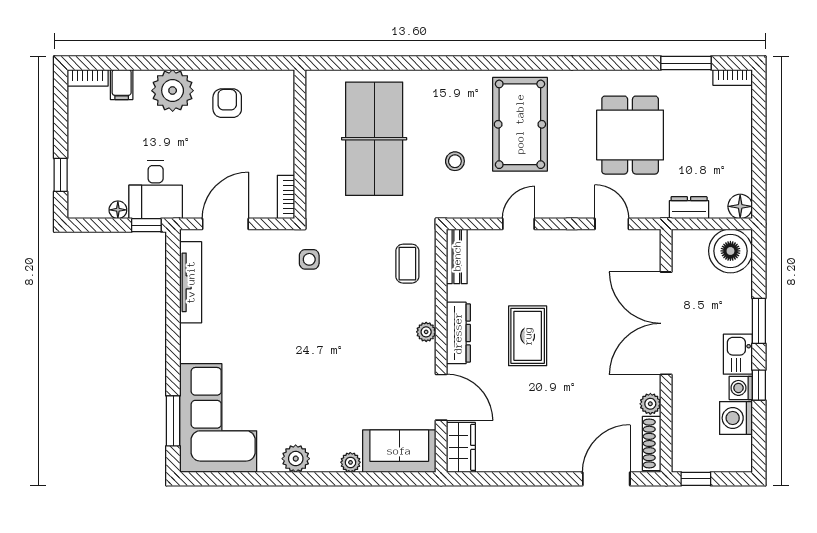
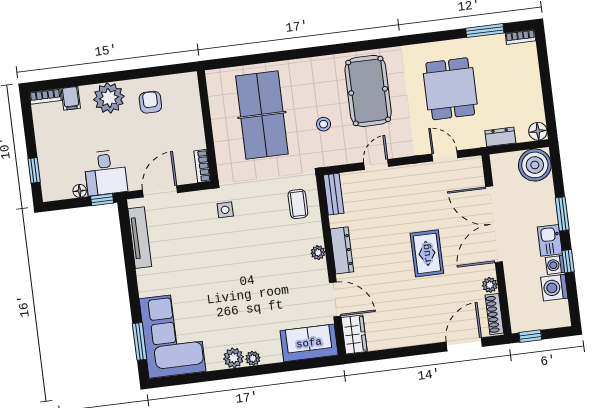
rug: (528, 336) -> (427, 253), moved
plant: (350, 462) -> (253, 358), moved

